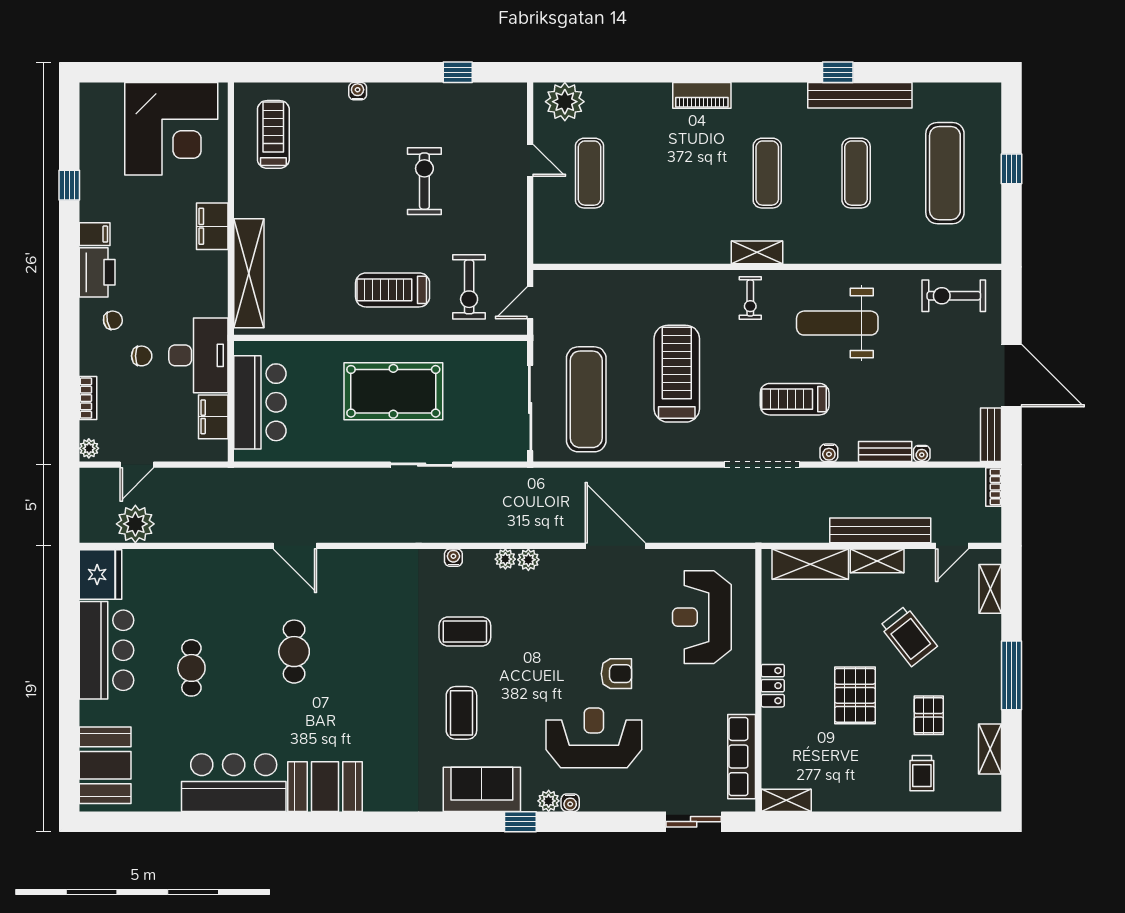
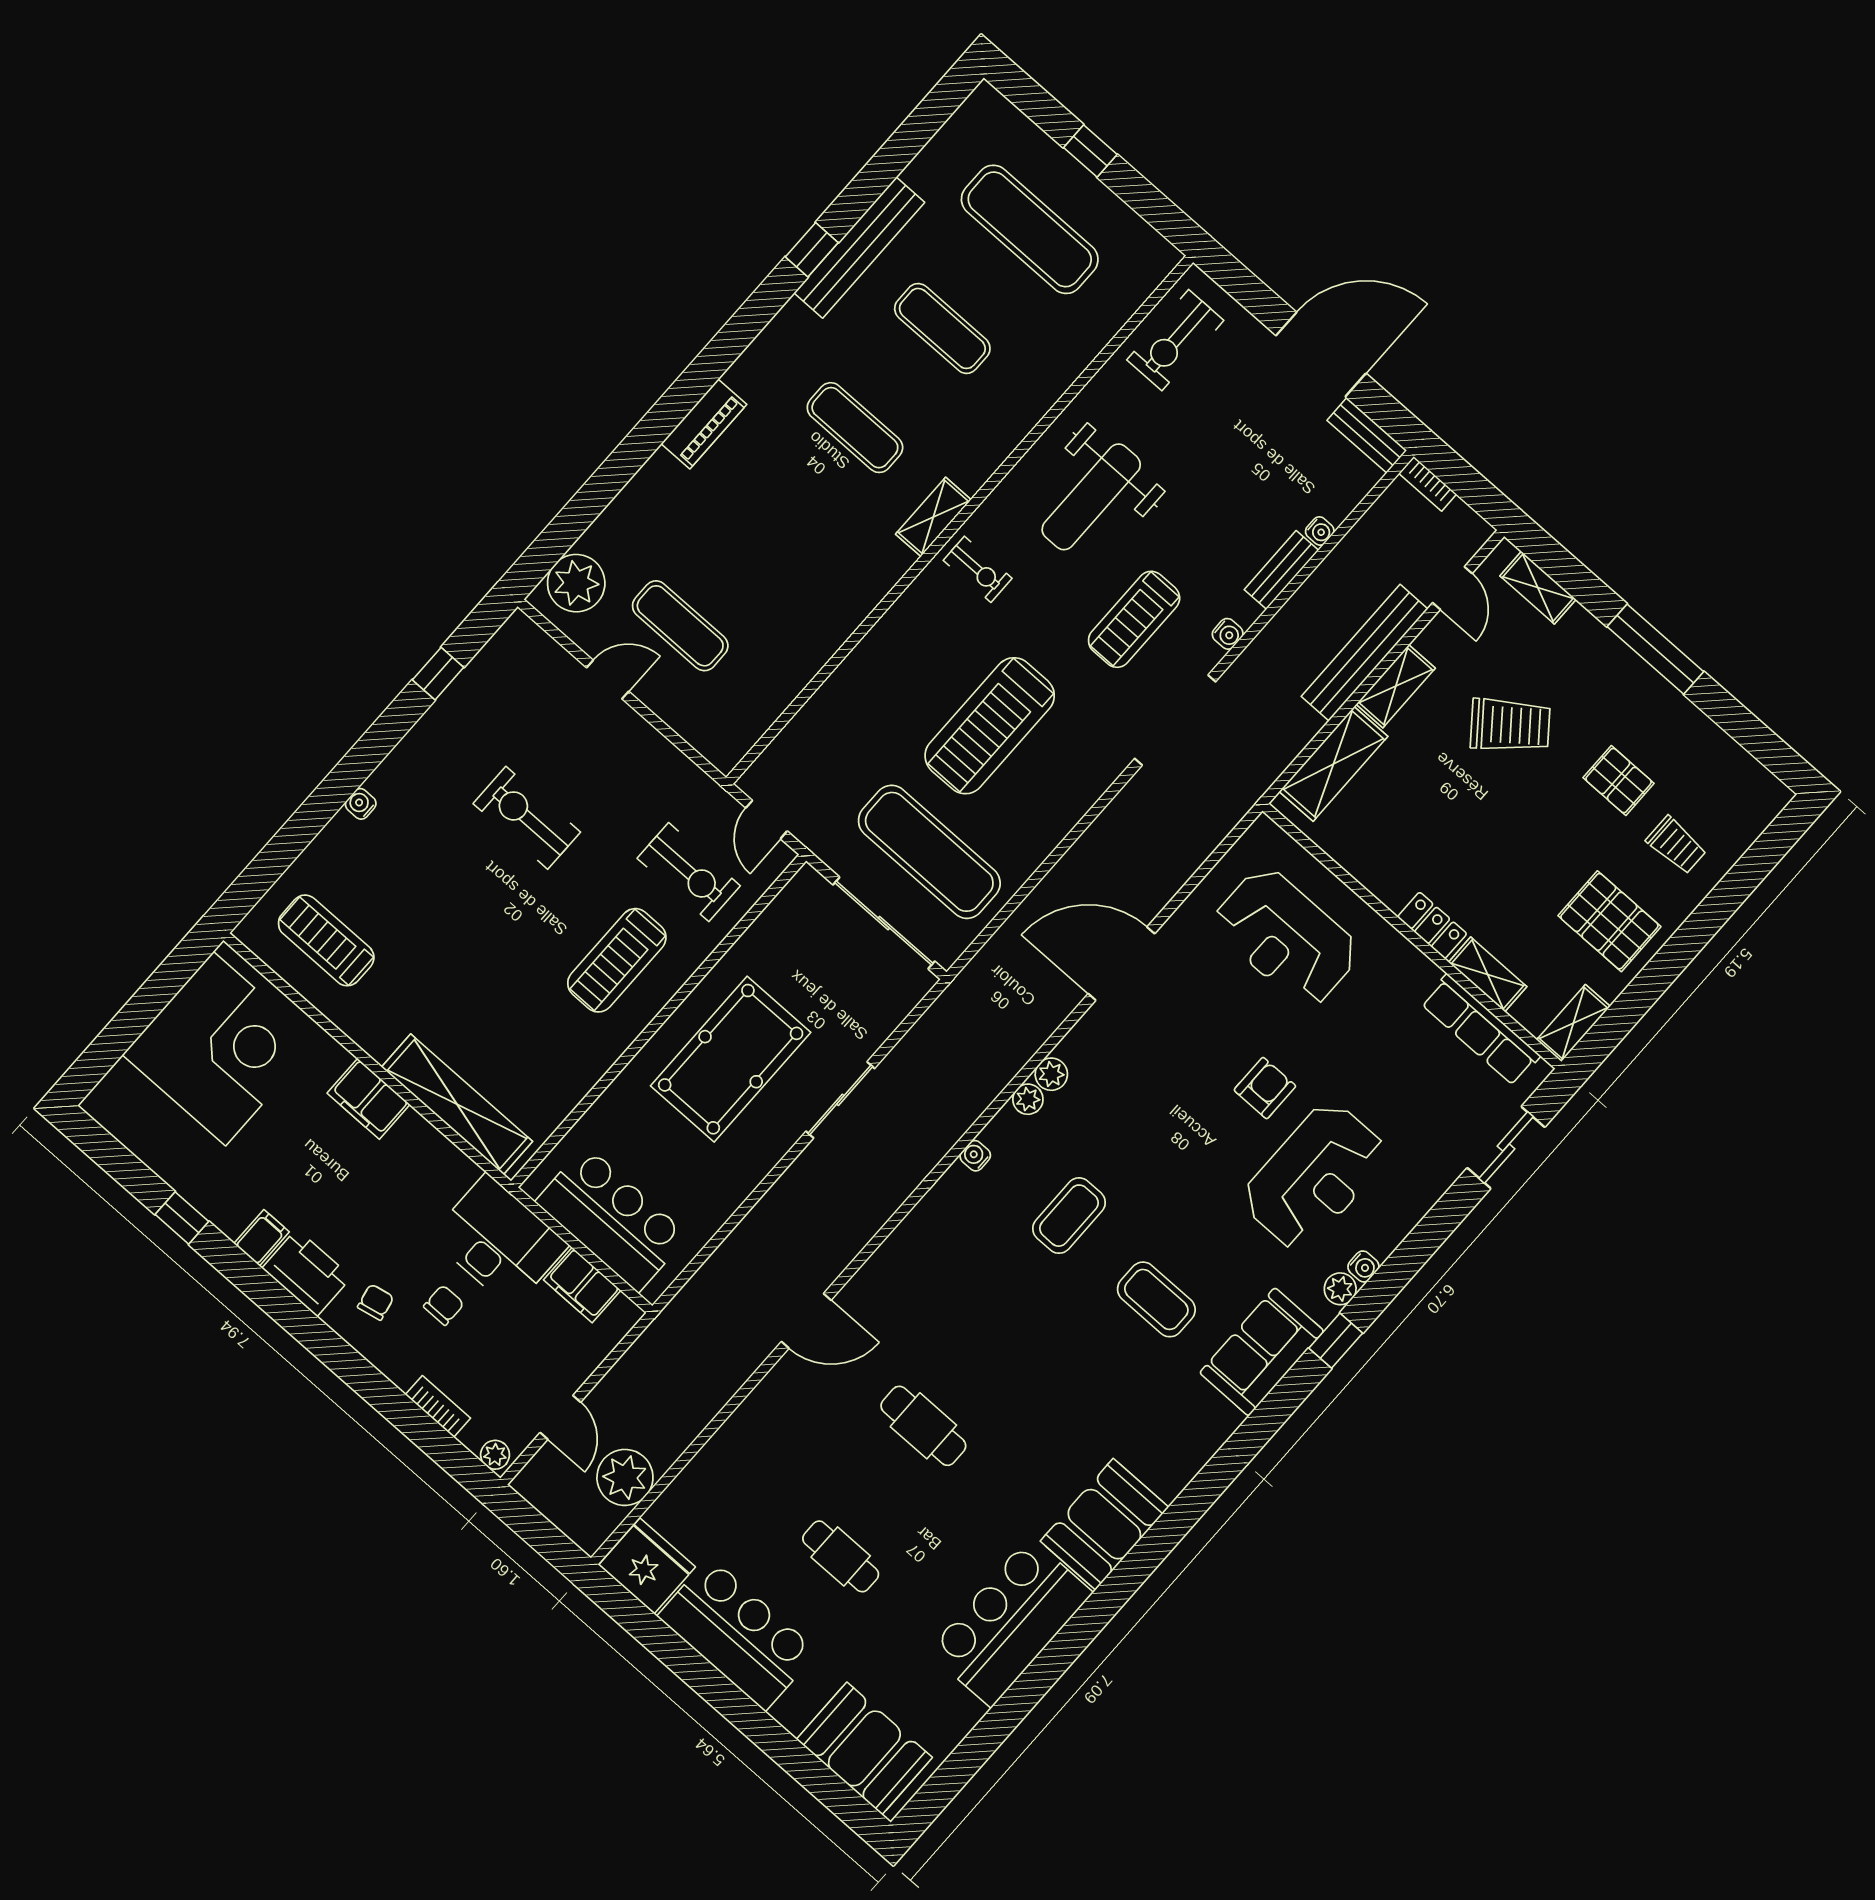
treadmill: (677, 374) -> (990, 726), turned -90
pallet: (855, 695) -> (1609, 921), moved
reception desk: (594, 738) -> (1314, 1176), turned 180
shelving: (990, 749) -> (1488, 974), moved

